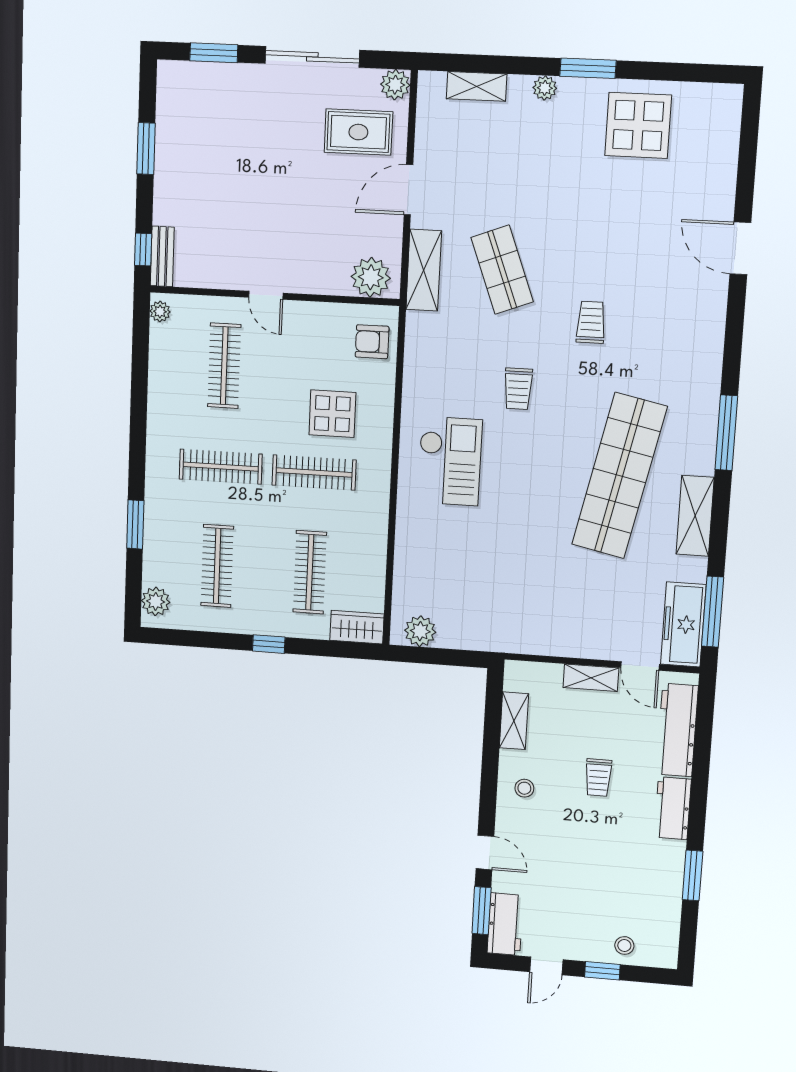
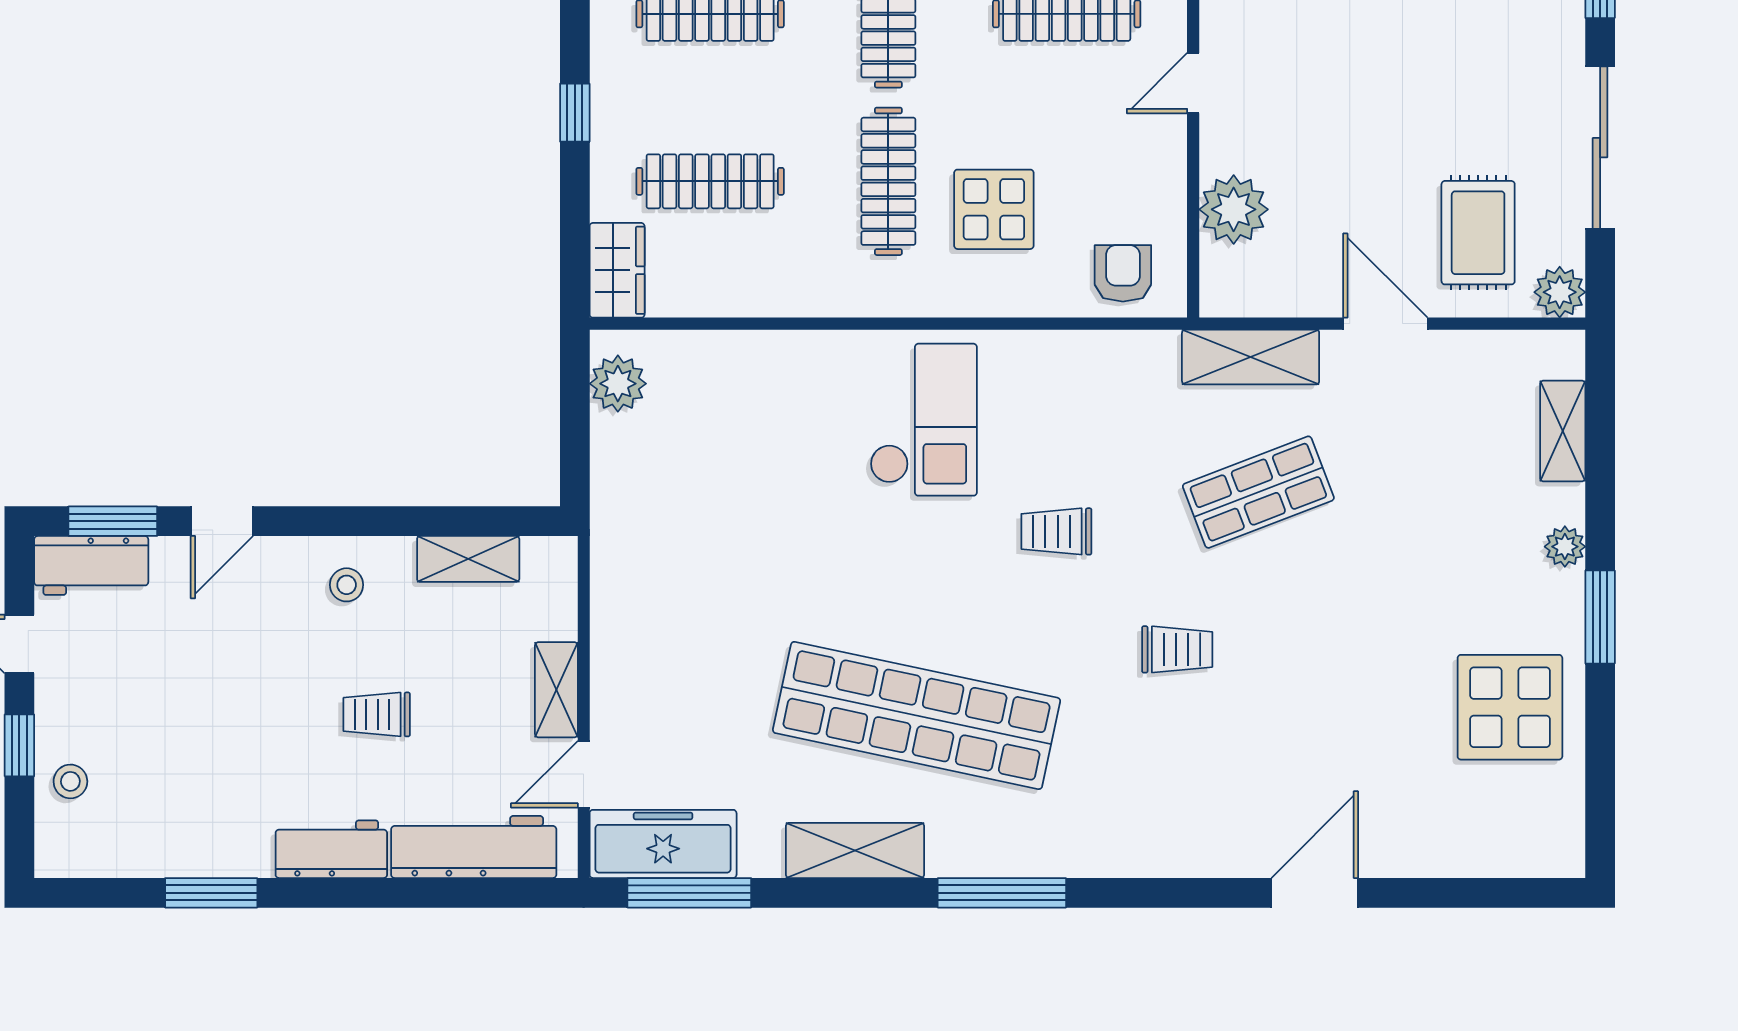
plant: (371, 277) -> (1234, 209), moved
checkout: (450, 461) -> (923, 420), turned -90

